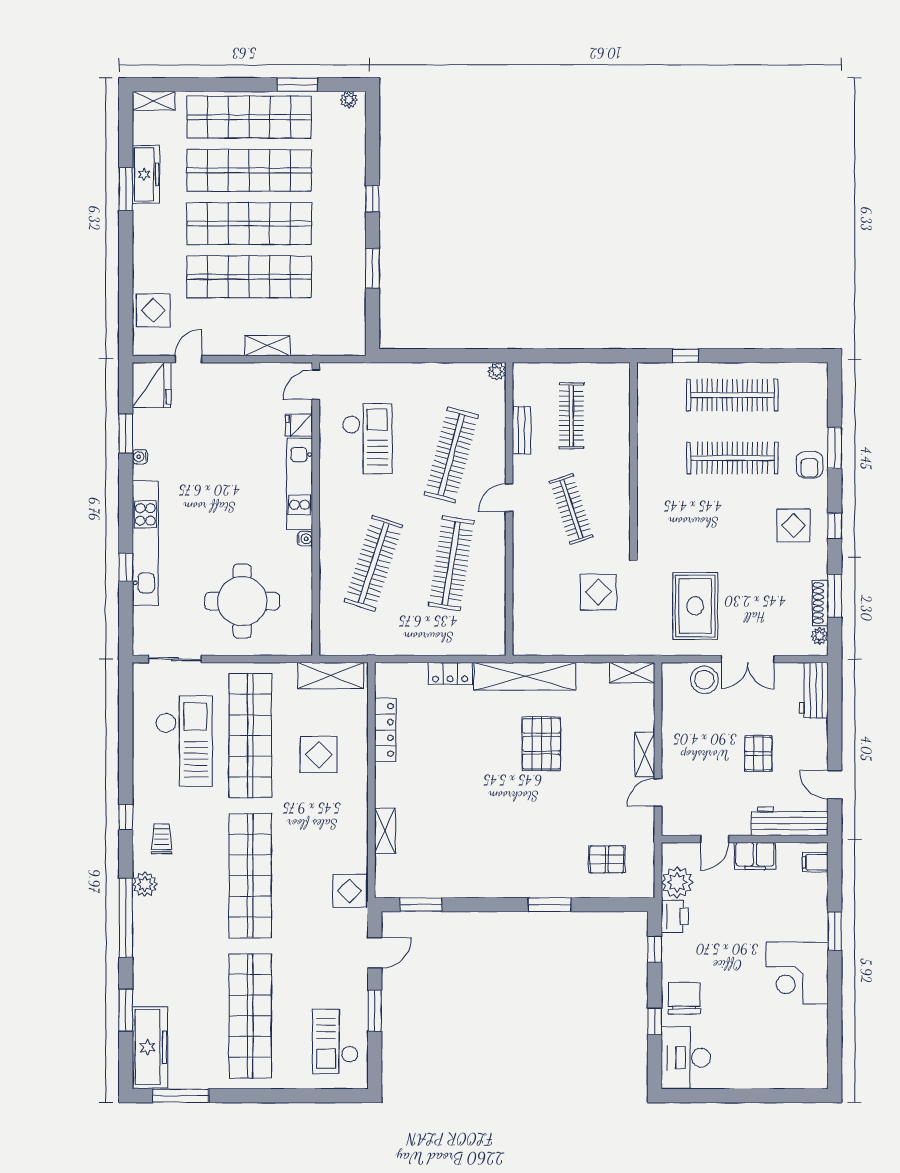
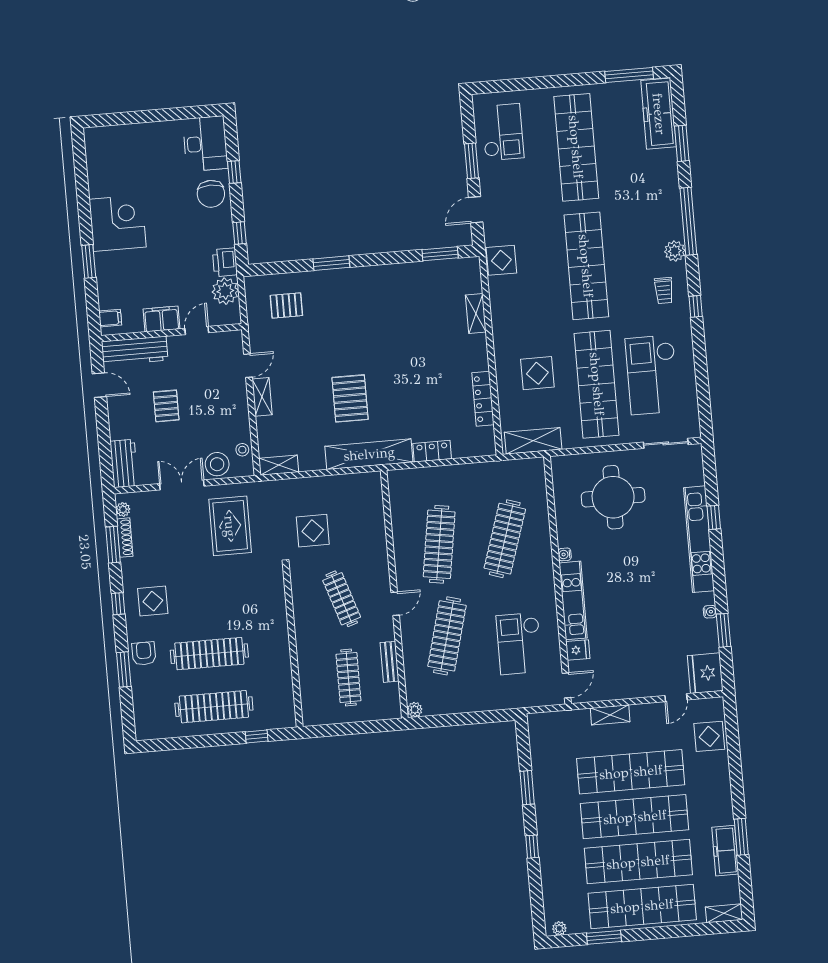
stool: (673, 694) -> (242, 450), added

